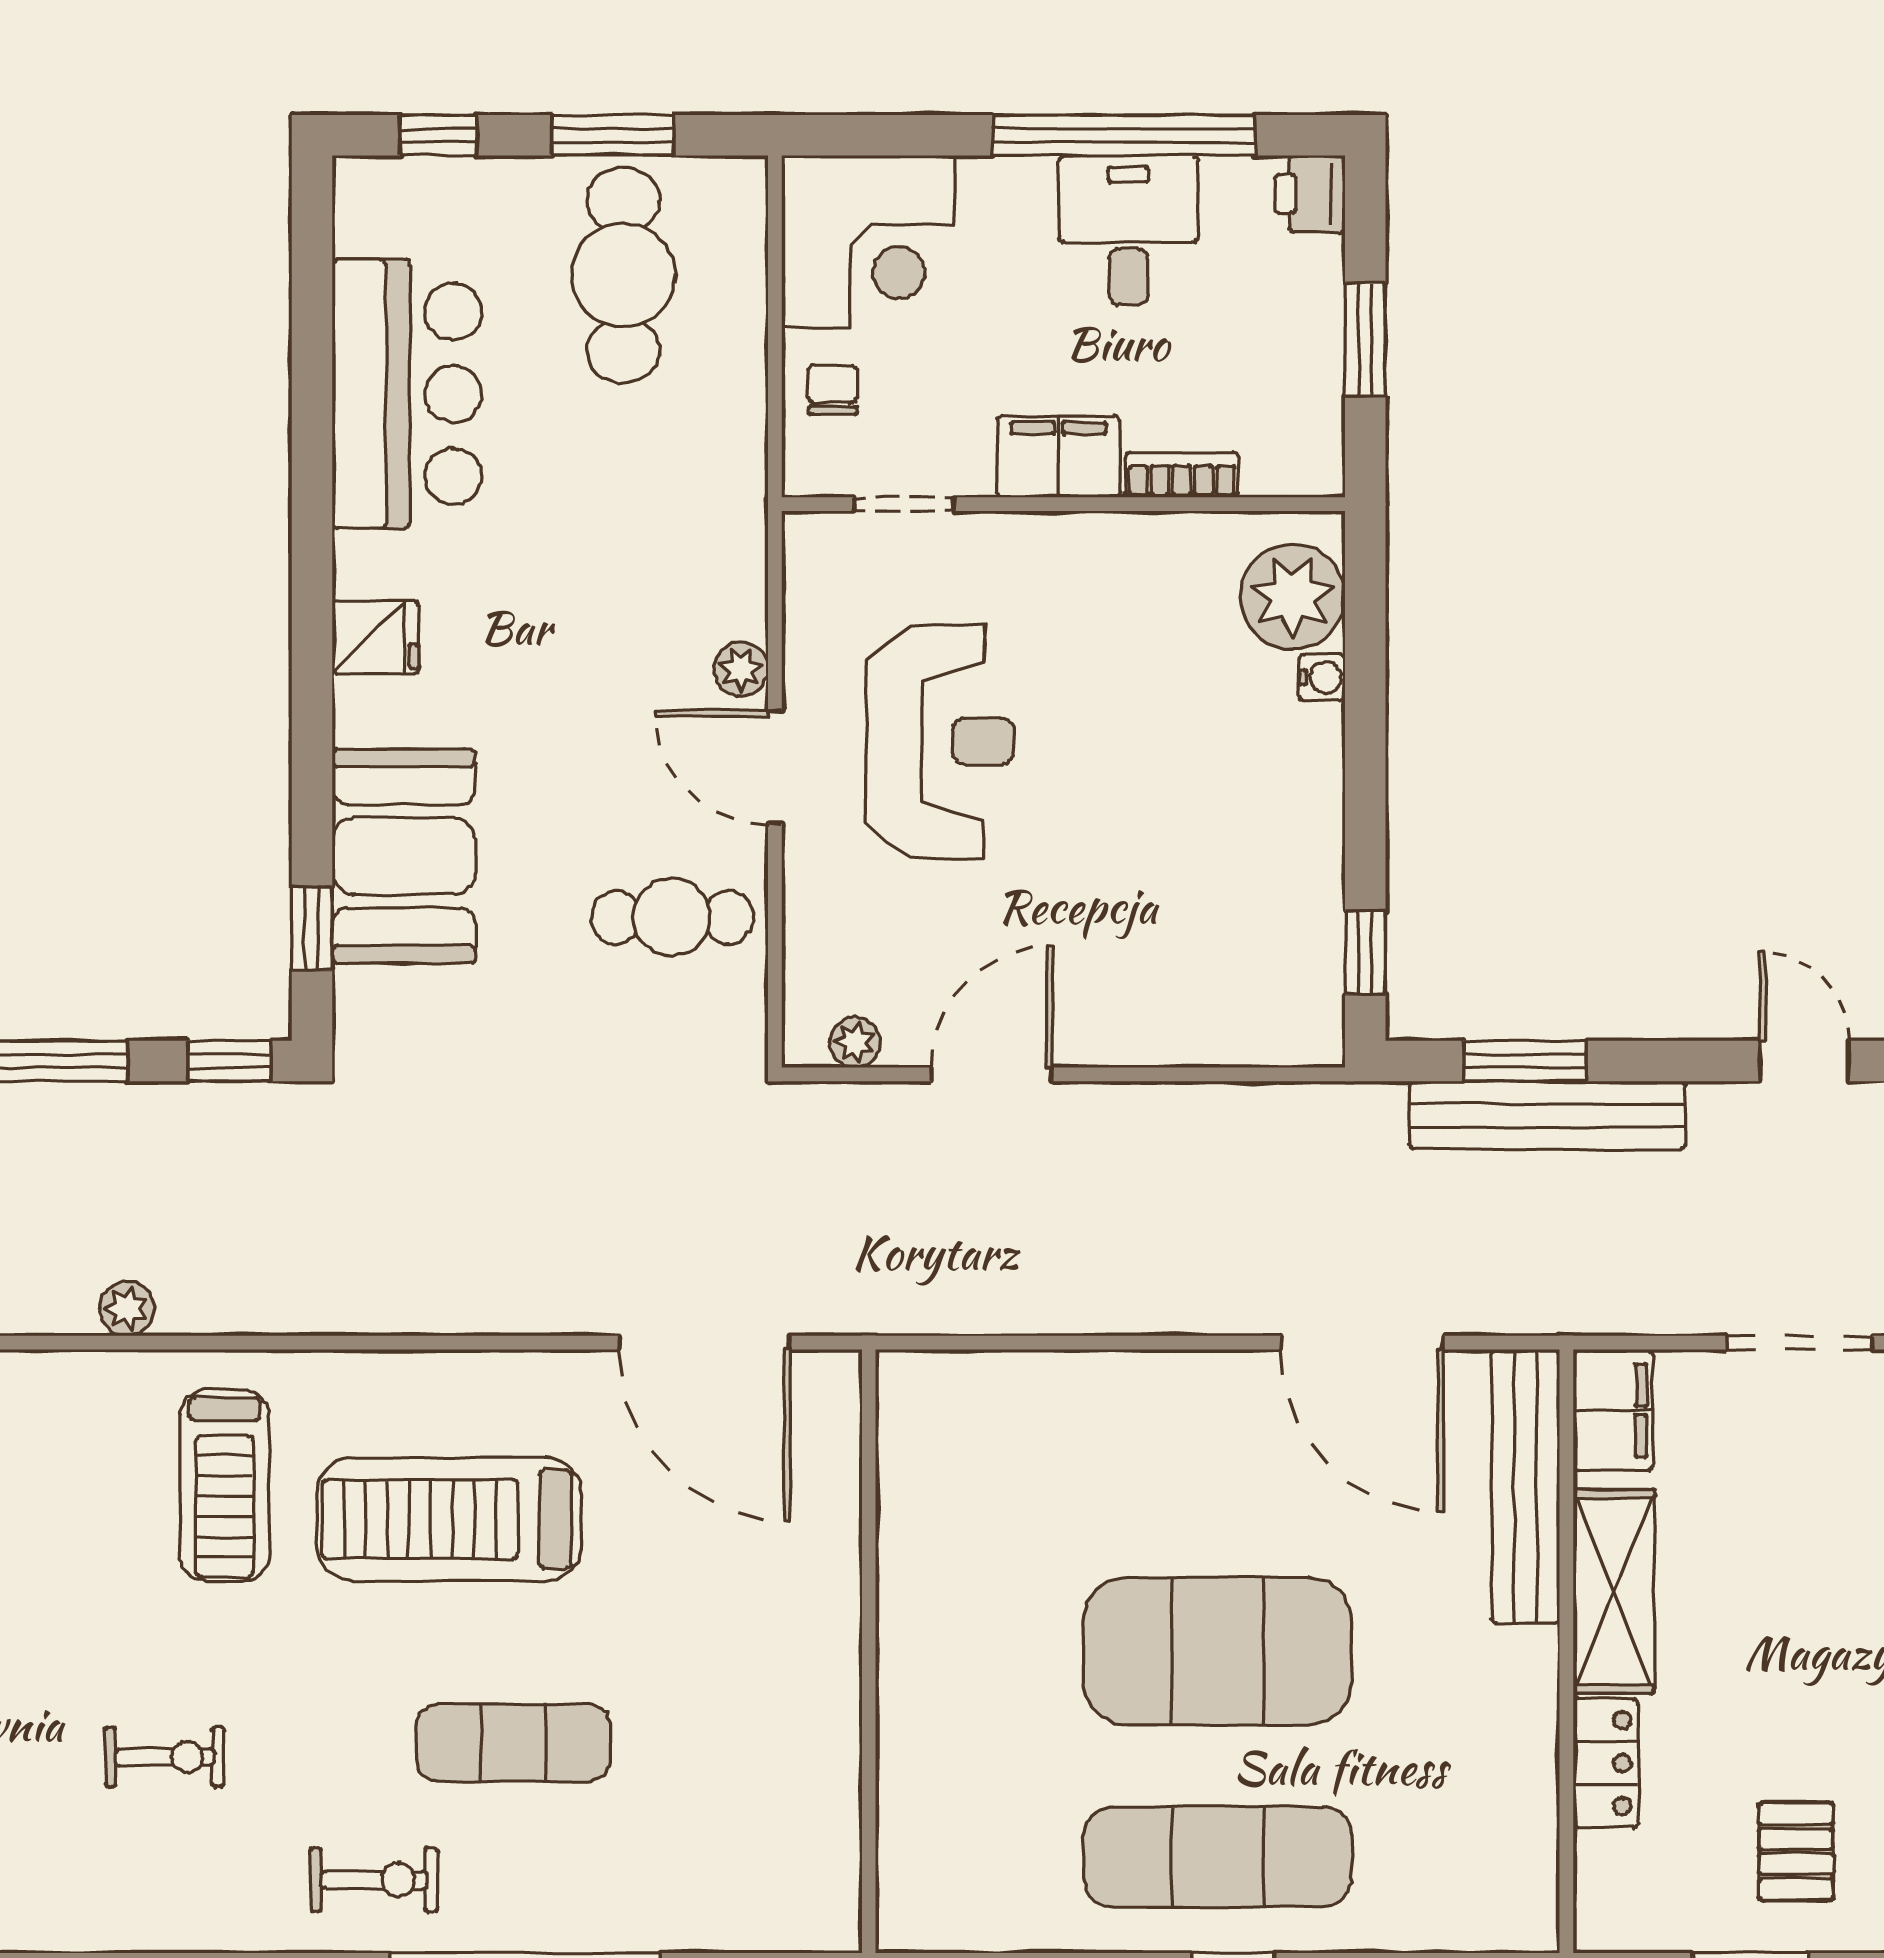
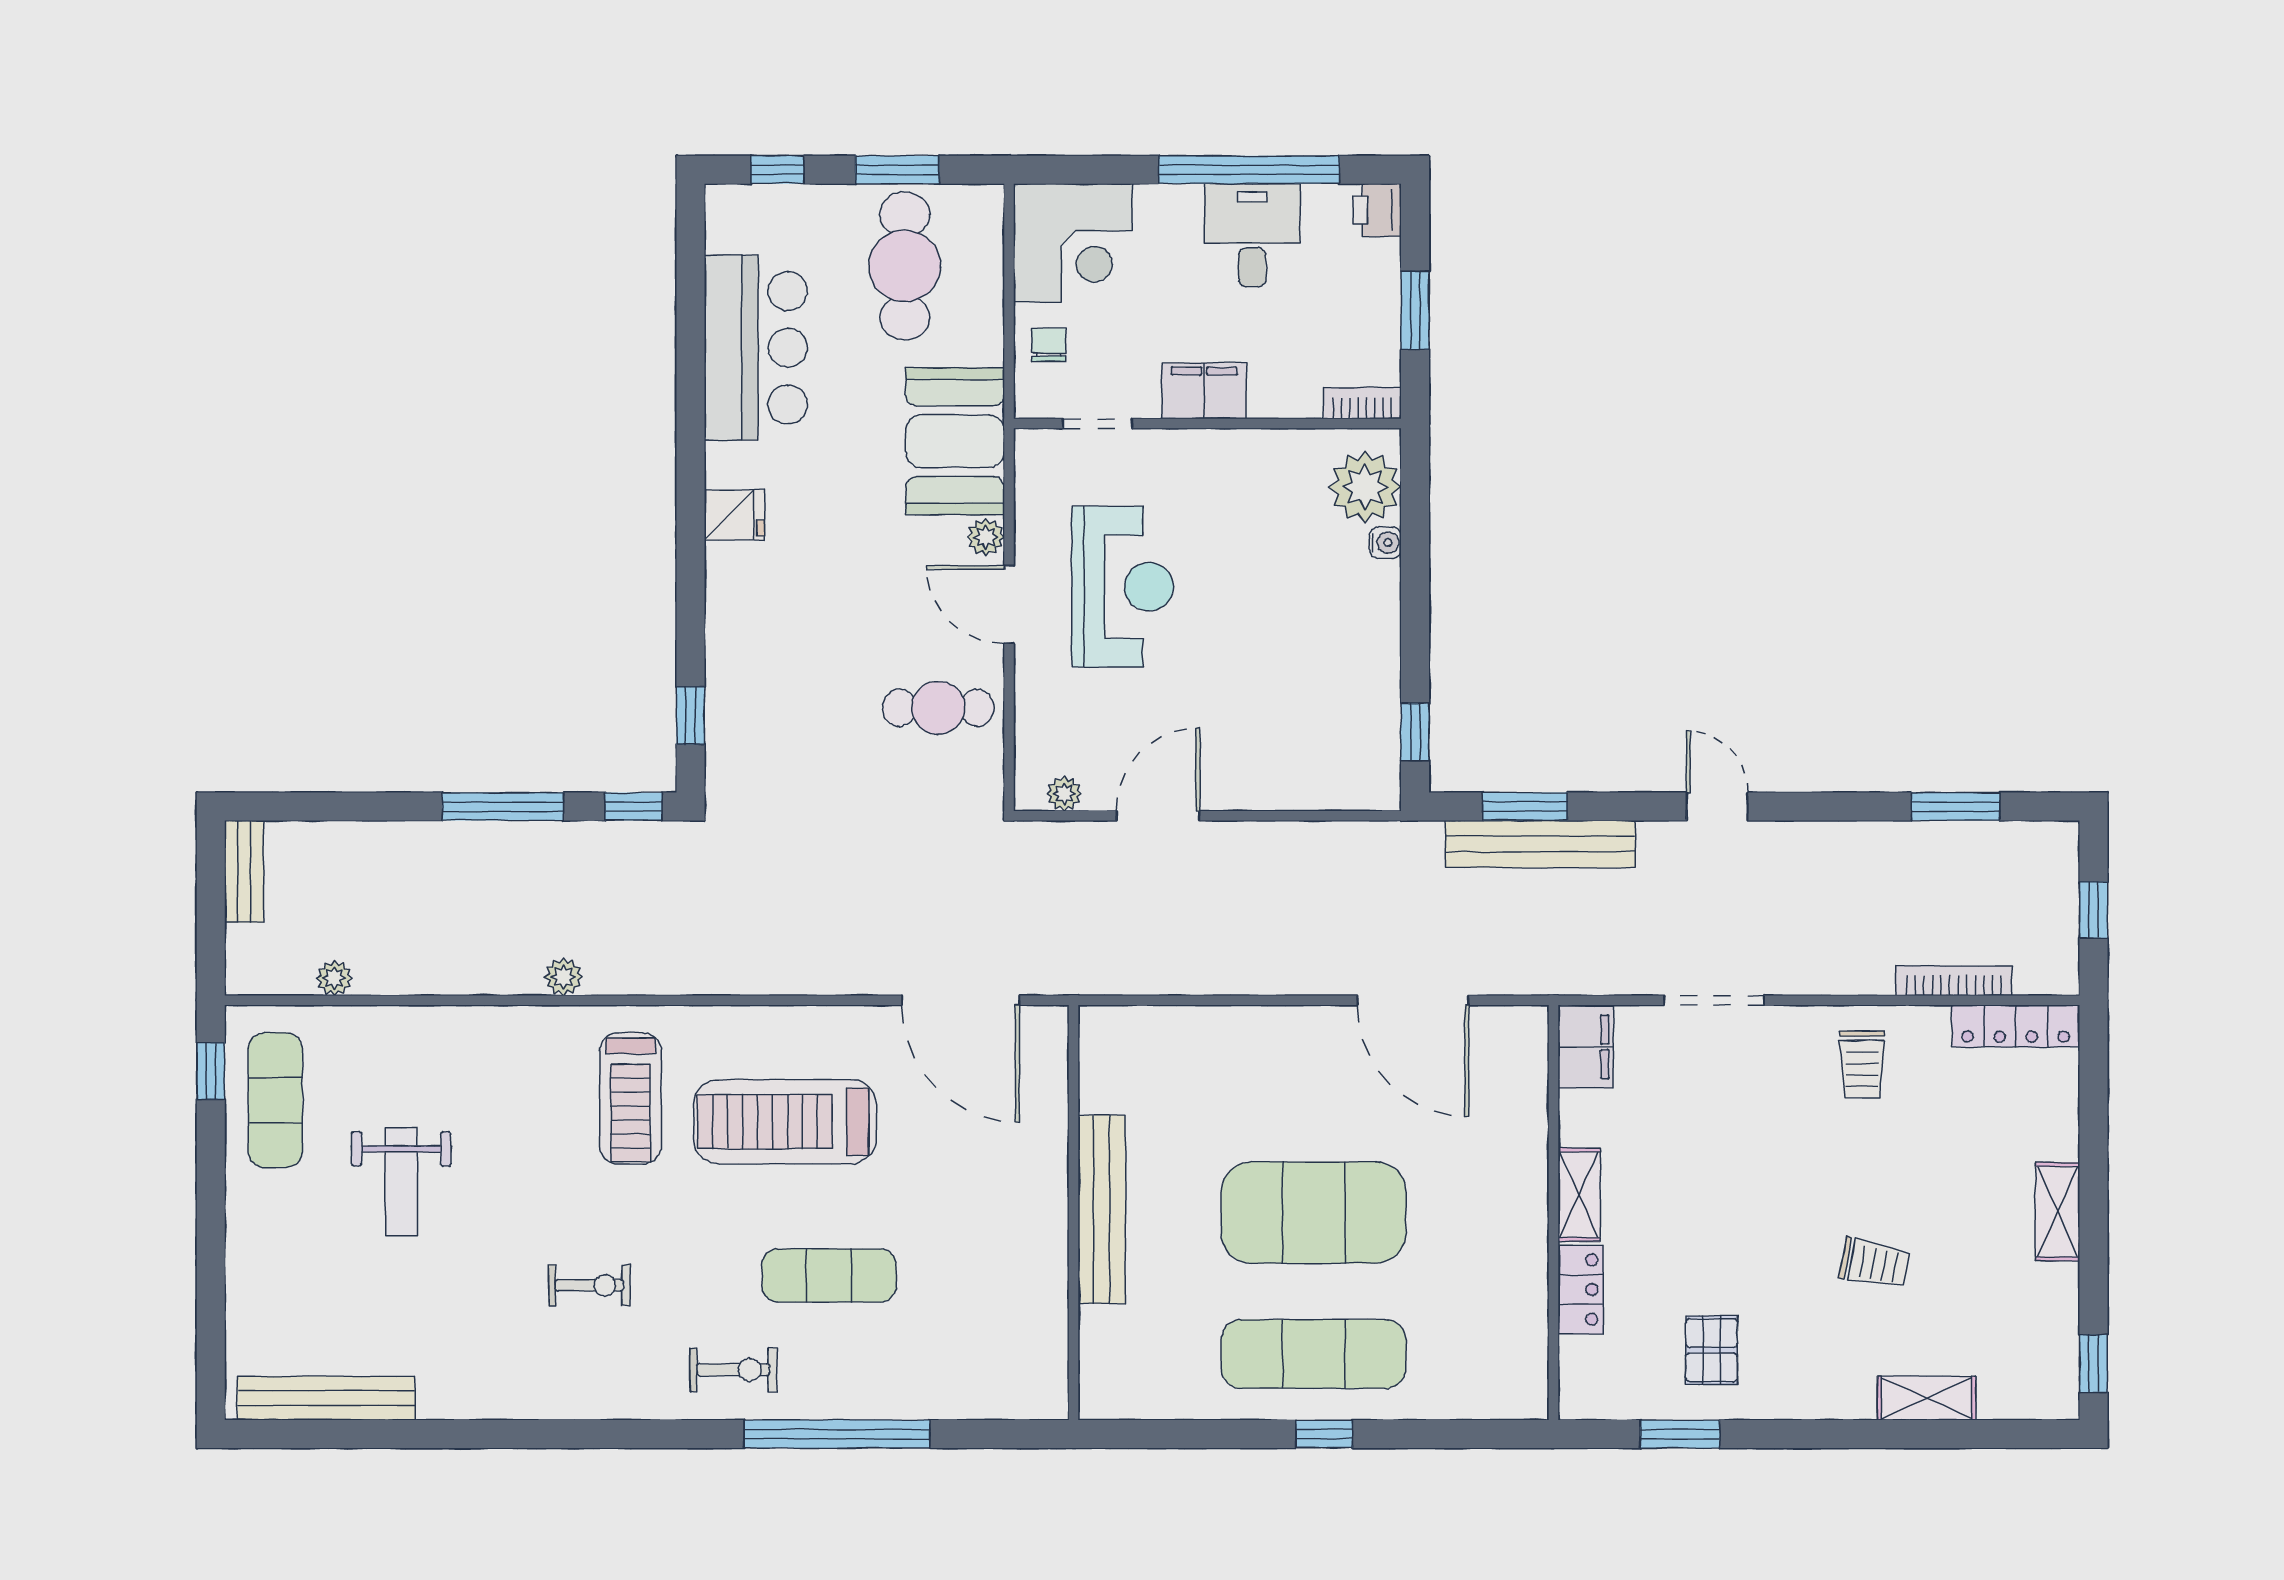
bookcase: (1182, 475) -> (1362, 403), moved
booth: (404, 856) -> (955, 441), moved
bench: (1526, 1486) -> (1102, 1209), moved
shelving: (1614, 1591) -> (1579, 1195), width x0.67, depth x0.75

